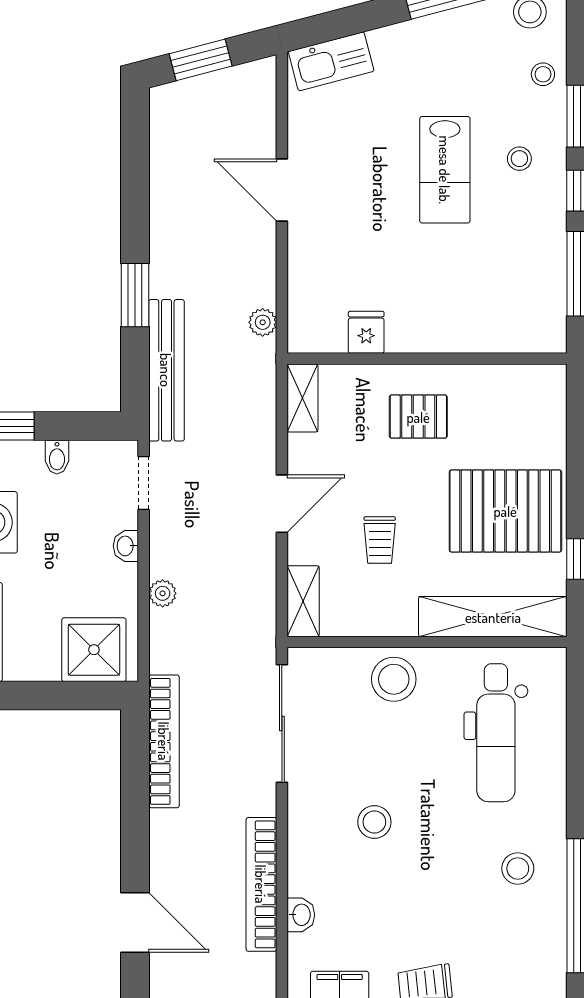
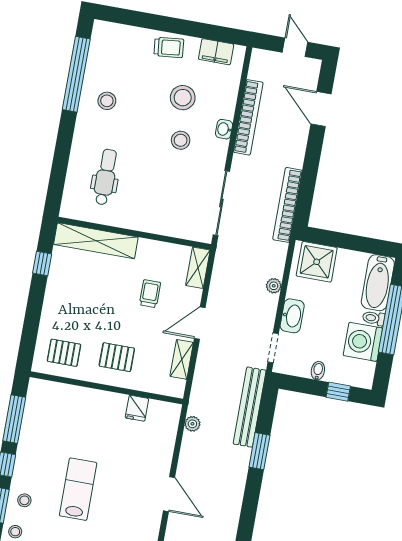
stool: (519, 159) -> (24, 500), moved
shelving: (302, 398) -> (182, 359), moved
pallet: (505, 511) -> (64, 353), moved, width x0.49, depth x0.50
washbasin: (126, 546) -> (292, 316), width x1.91, depth x1.45
stool: (394, 679) -> (183, 98), moved
dental chair: (496, 733) -> (105, 177), width x0.73, depth x0.72
washbasin: (301, 915) -> (224, 129), moved

